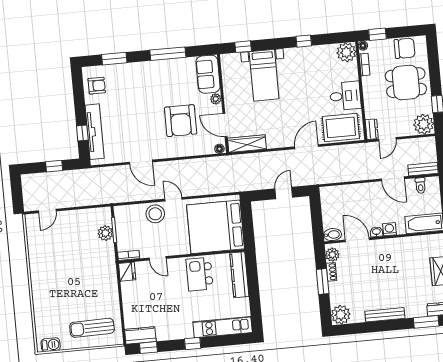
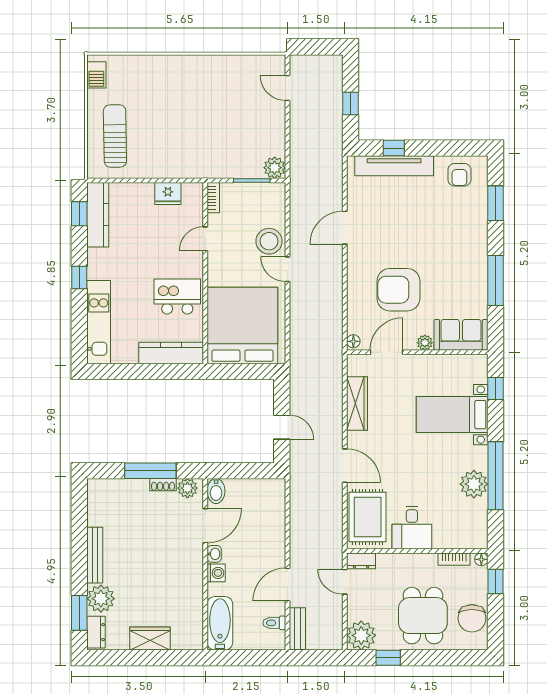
window: (304, 41) -> (496, 476), width x3.17
plant: (346, 52) -> (474, 484), moved
wardrobe: (247, 144) -> (357, 403), moved
door: (174, 199) -> (287, 269), swing flipped
plant: (105, 233) -> (275, 168), moved
fridge: (127, 272) -> (168, 194), moved
window: (323, 282) -> (150, 471), width x1.44
plant: (341, 315) -> (101, 599), moved
kitchen counter: (140, 335) -> (98, 215), width x1.50

